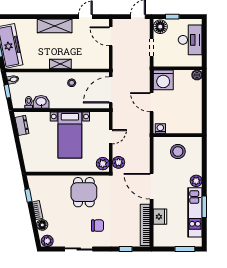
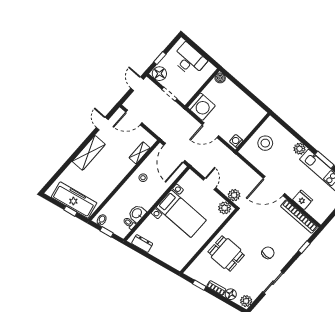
shelving: (60, 64) -> (140, 153), moved
dining table: (84, 192) -> (226, 253), moved

